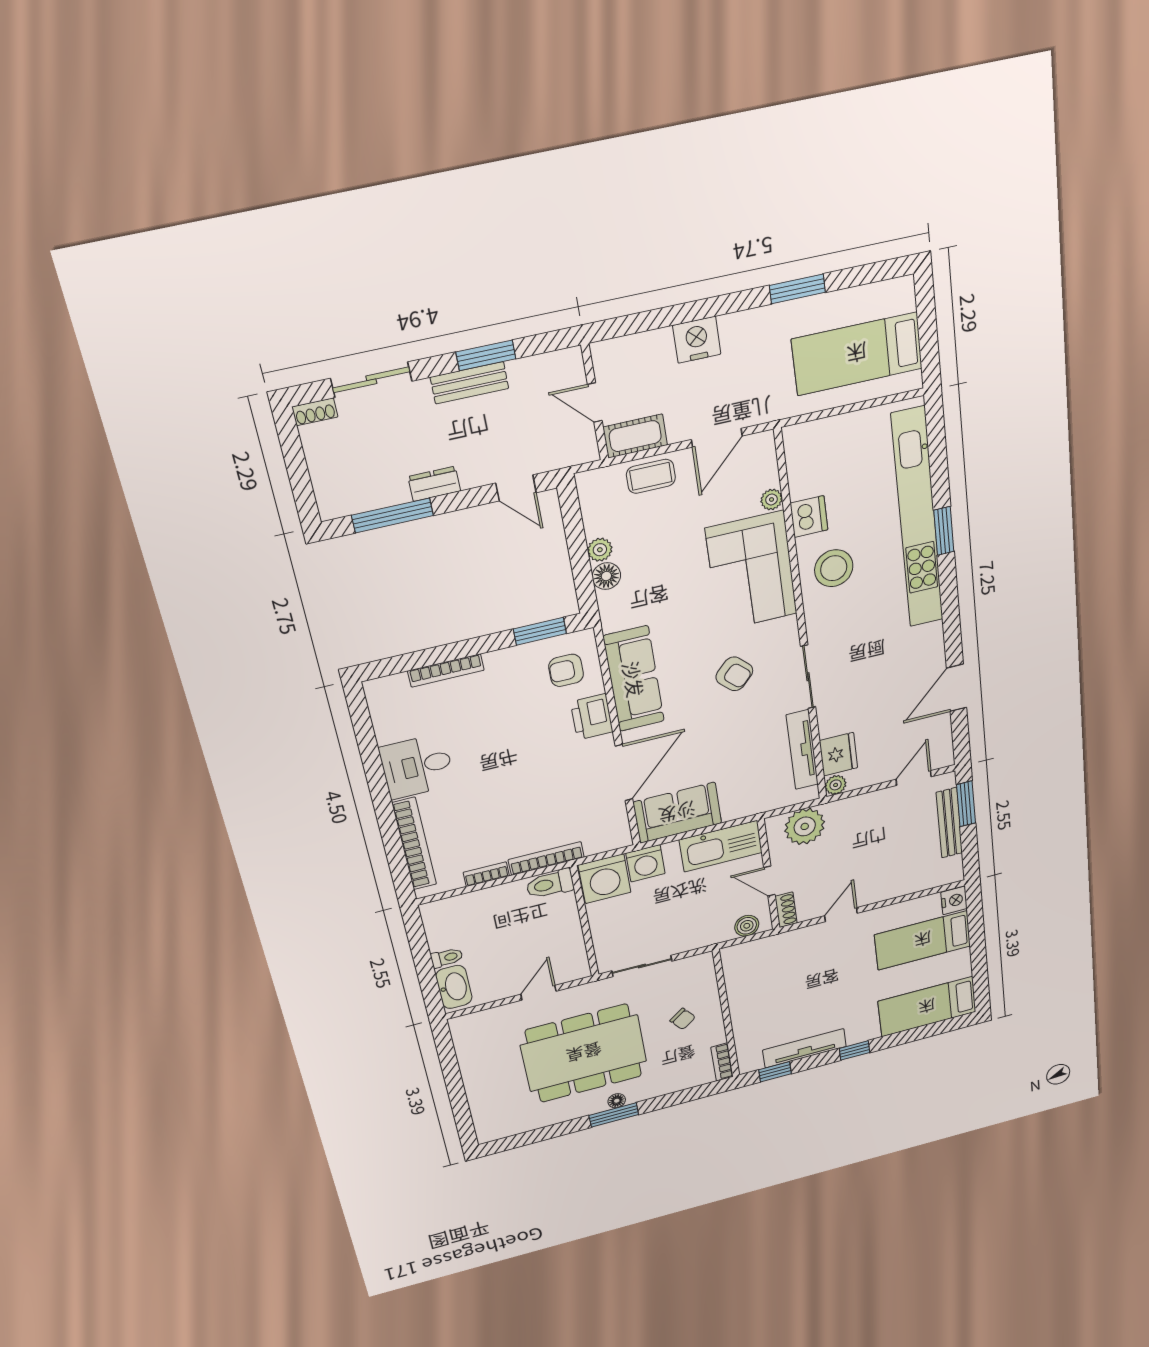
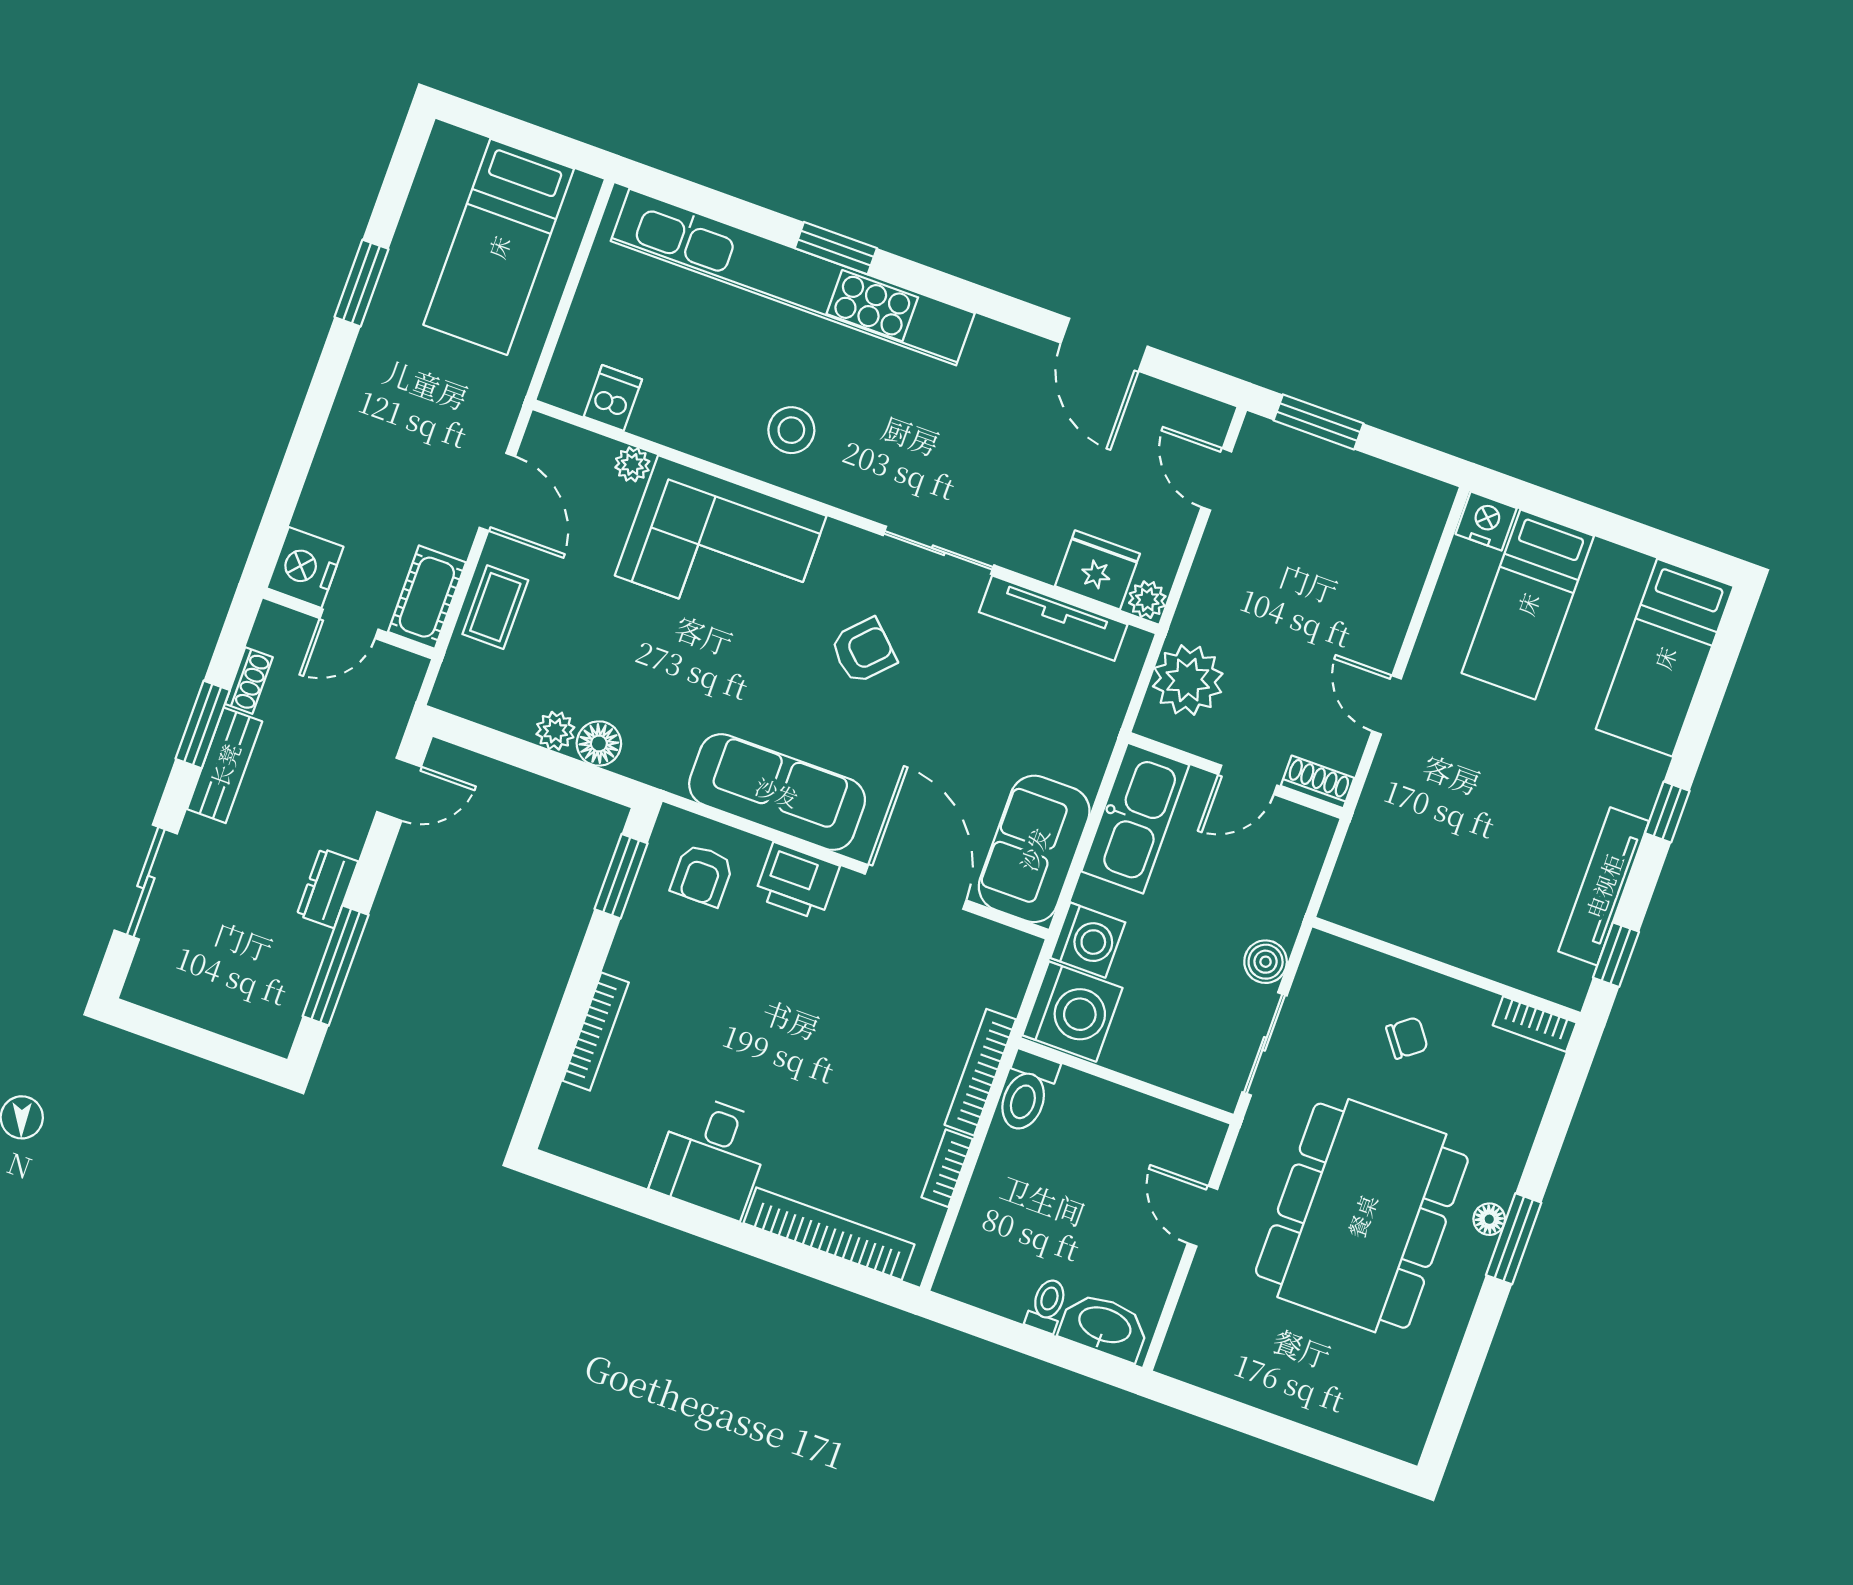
nightstand: (697, 340) -> (305, 567), moved
shoe rack: (315, 412) -> (249, 681), moved
dishwasher: (809, 517) -> (613, 398), moved, width x0.73
stool: (834, 568) -> (791, 430), width x0.73, depth x0.73
bench: (949, 823) -> (1335, 463), removed
boiler: (747, 926) -> (1266, 962), moved

